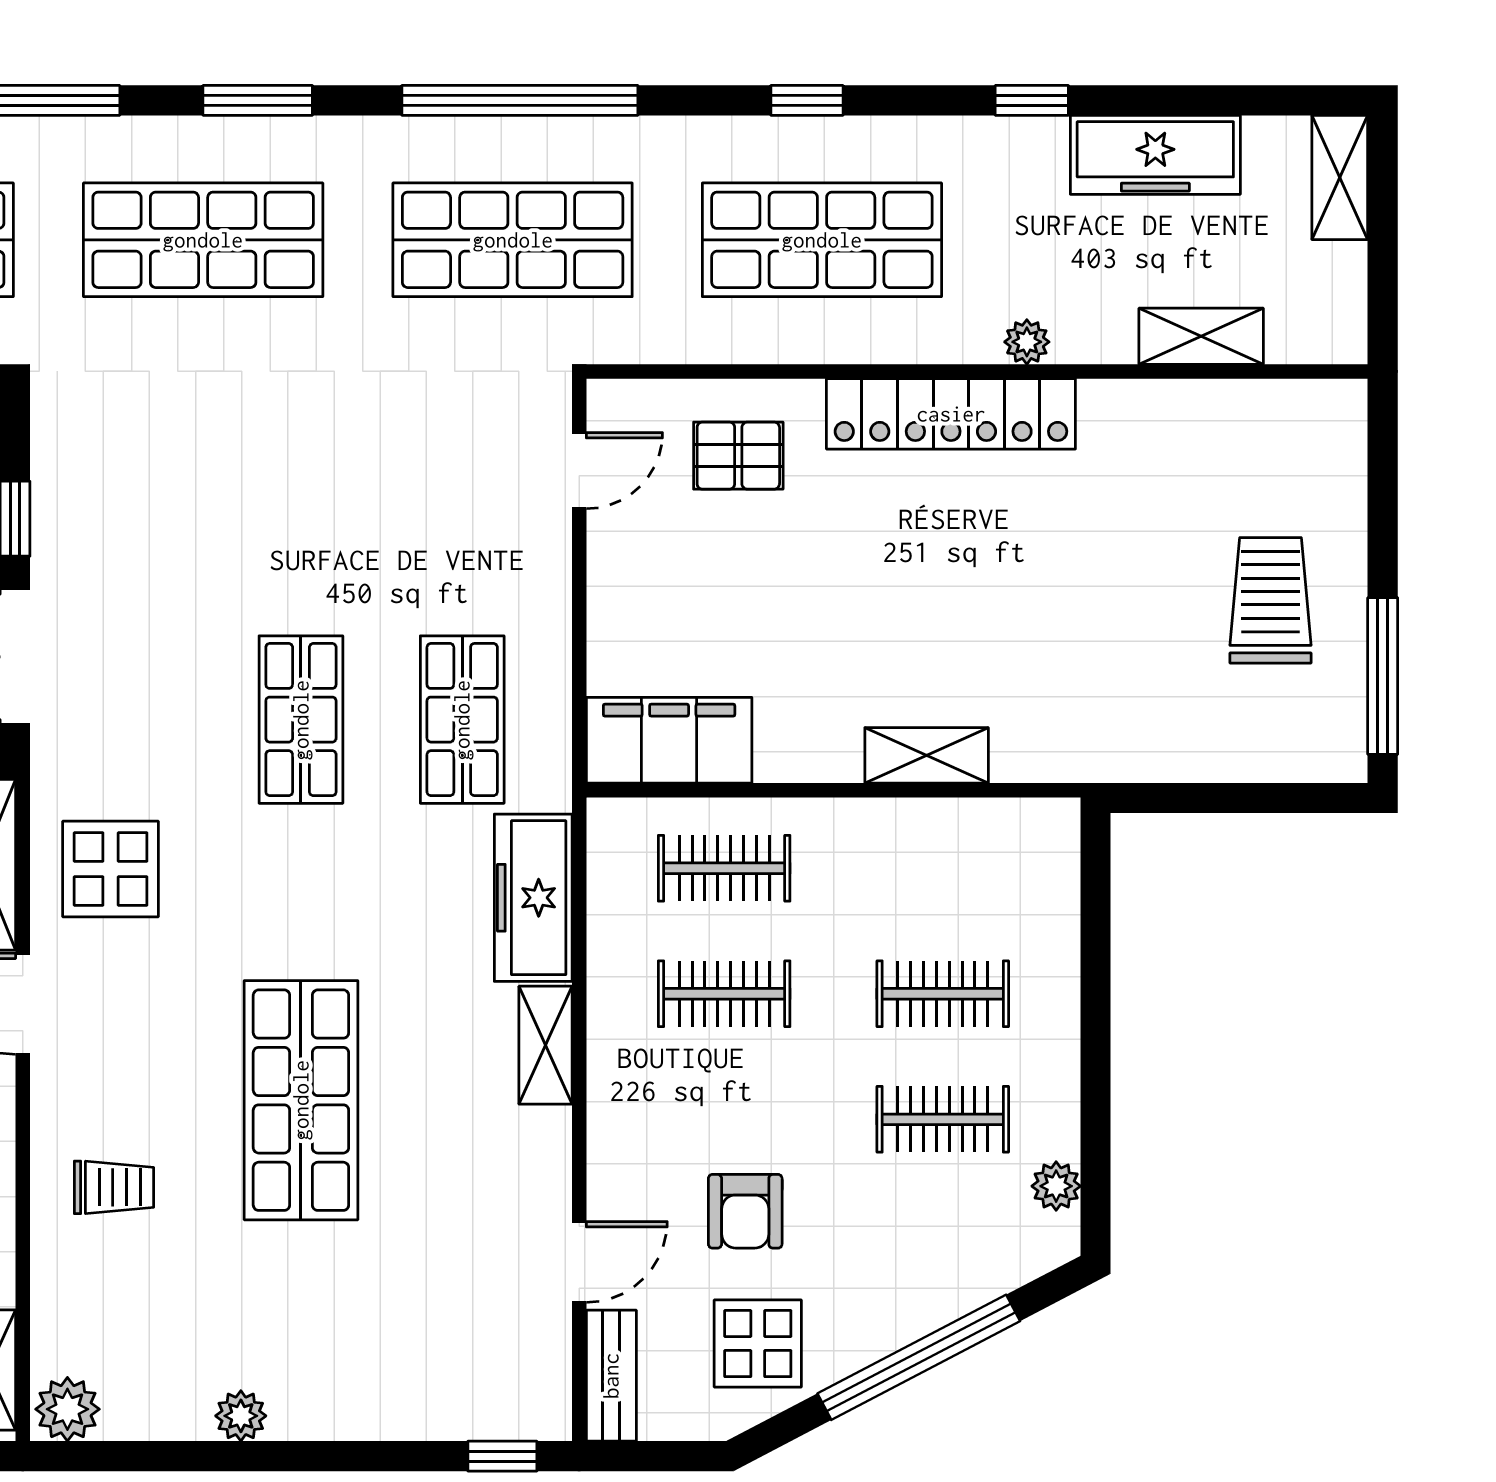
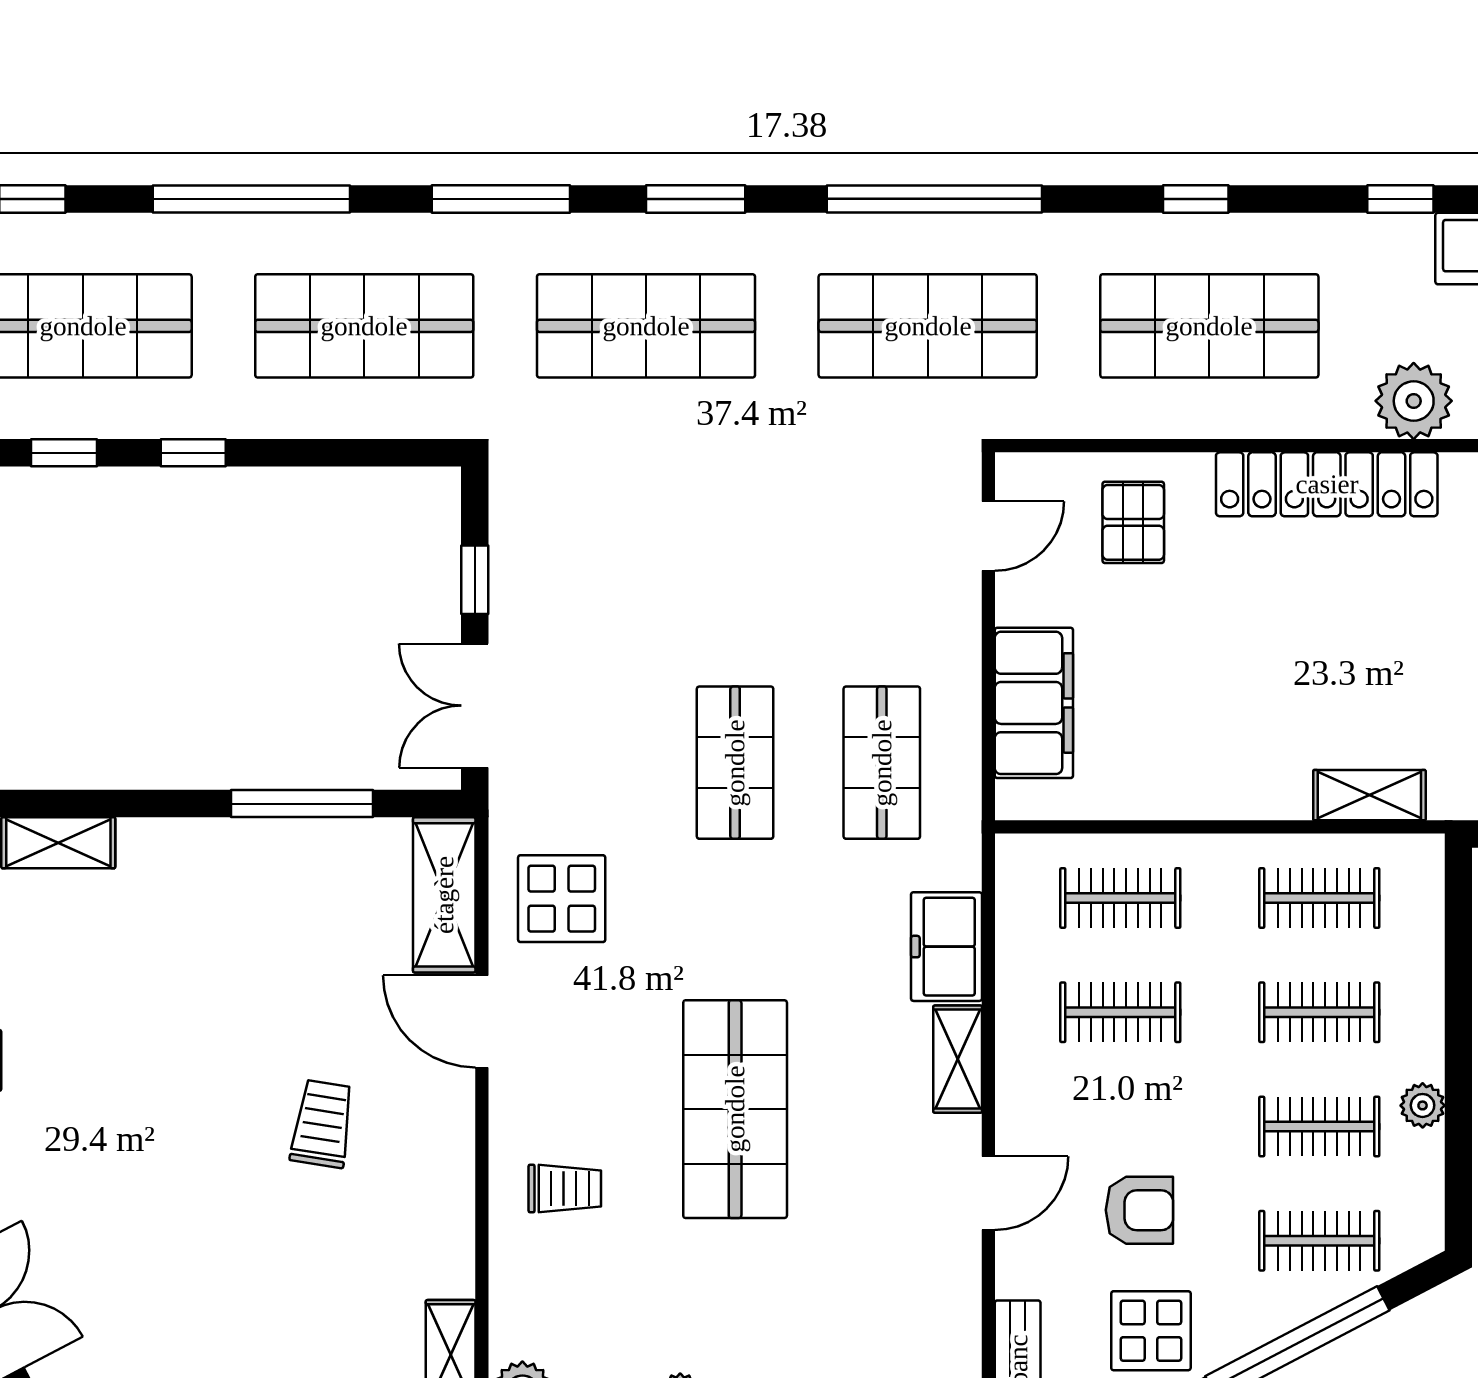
plant: (1027, 342) -> (1414, 401), width x1.88, depth x1.88
pallet: (738, 456) -> (1133, 522), turned 90
filing cabinet: (669, 740) -> (1034, 703), moved, turned 90
shelving: (927, 755) -> (1369, 795), moved
clothes rail: (943, 868) -> (1319, 898), added
freezer: (533, 898) -> (946, 947), width x0.71
plant: (1056, 1186) -> (1423, 1105), moved
armchair: (745, 1211) -> (1139, 1210), turned -90
clothes rail: (943, 1245) -> (1319, 1241), added
door: (579, 1262) -> (988, 1193), moved

